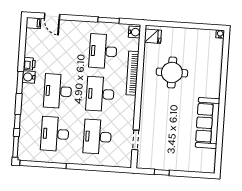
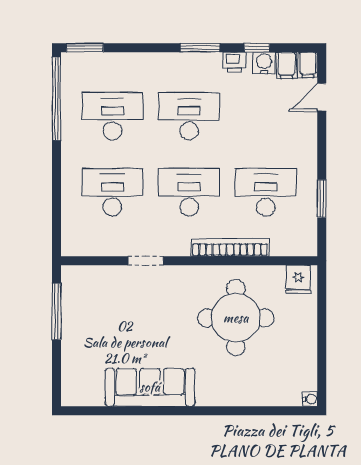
water cooler: (134, 32) -> (304, 246), removed
filing cabinet: (33, 35) -> (287, 65), added
round table: (172, 72) -> (236, 318), width x1.36, depth x1.36
water cooler: (29, 77) -> (264, 63), moved
window: (17, 121) -> (257, 48), moved
doorway: (135, 140) -> (146, 261), moved
window: (162, 172) -> (57, 311), width x2.17

